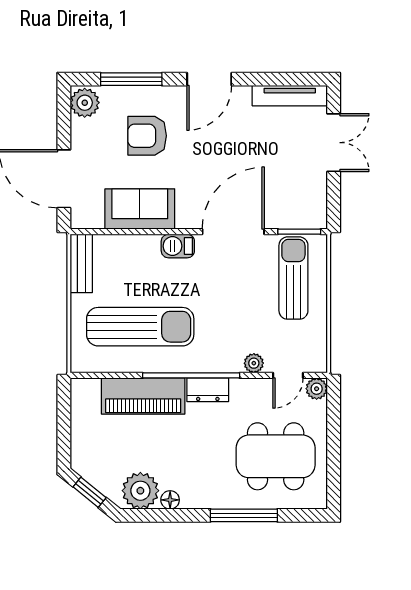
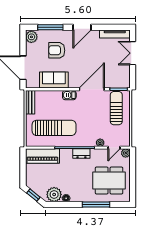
double door: (334, 143) -> (133, 53), swing flipped
piano: (143, 396) -> (42, 156), moved

